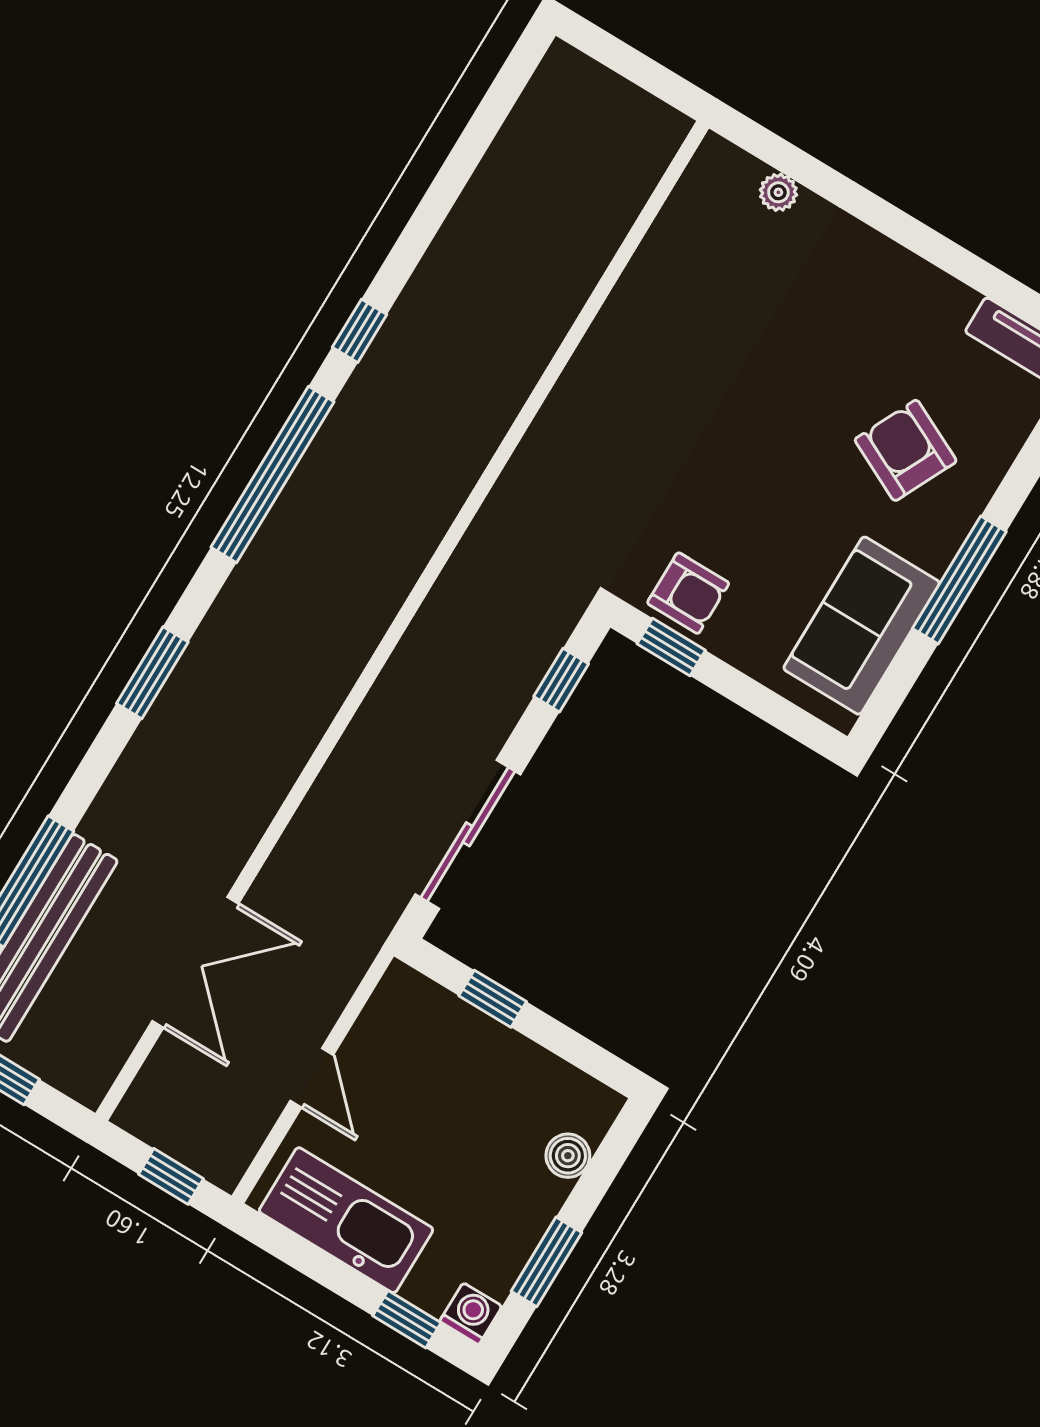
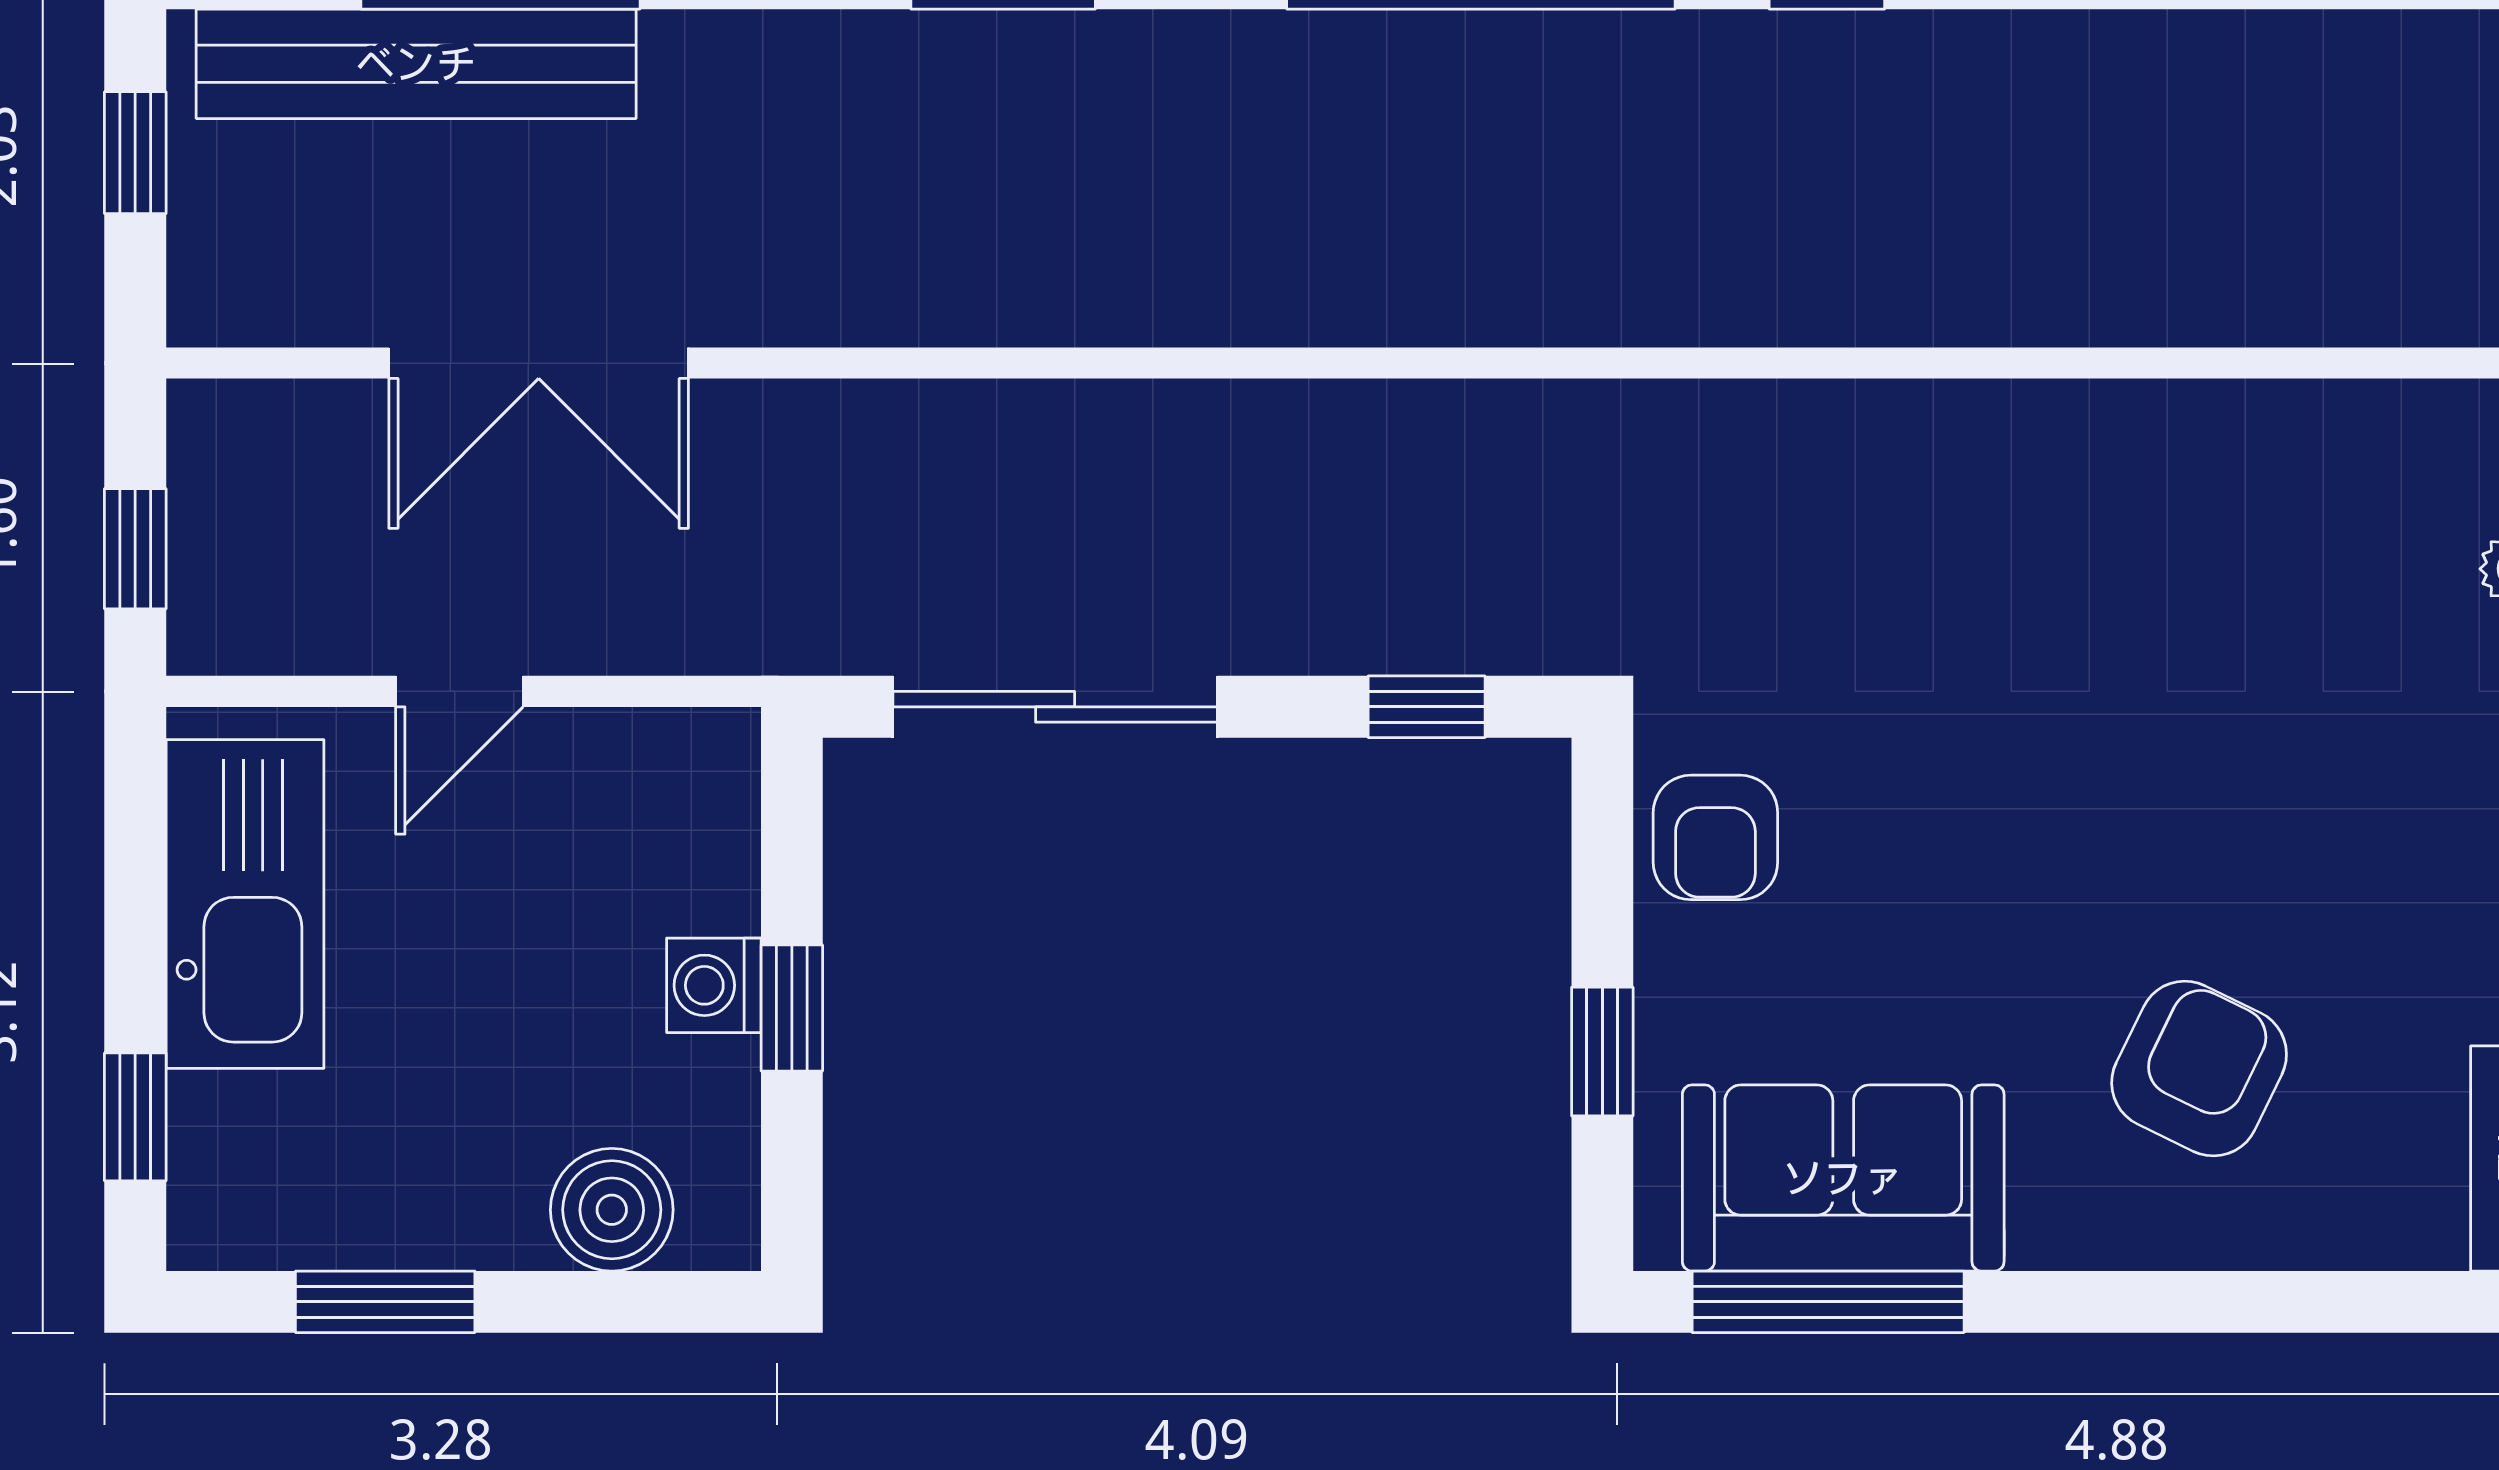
window: (959, 580) -> (1828, 1302), moved
window: (671, 647) -> (1602, 1052), moved
window: (493, 999) -> (792, 1008), moved
boiler: (568, 1156) -> (612, 1210), width x1.36, depth x1.36
washing machine: (471, 1314) -> (714, 985), moved, turned 180

